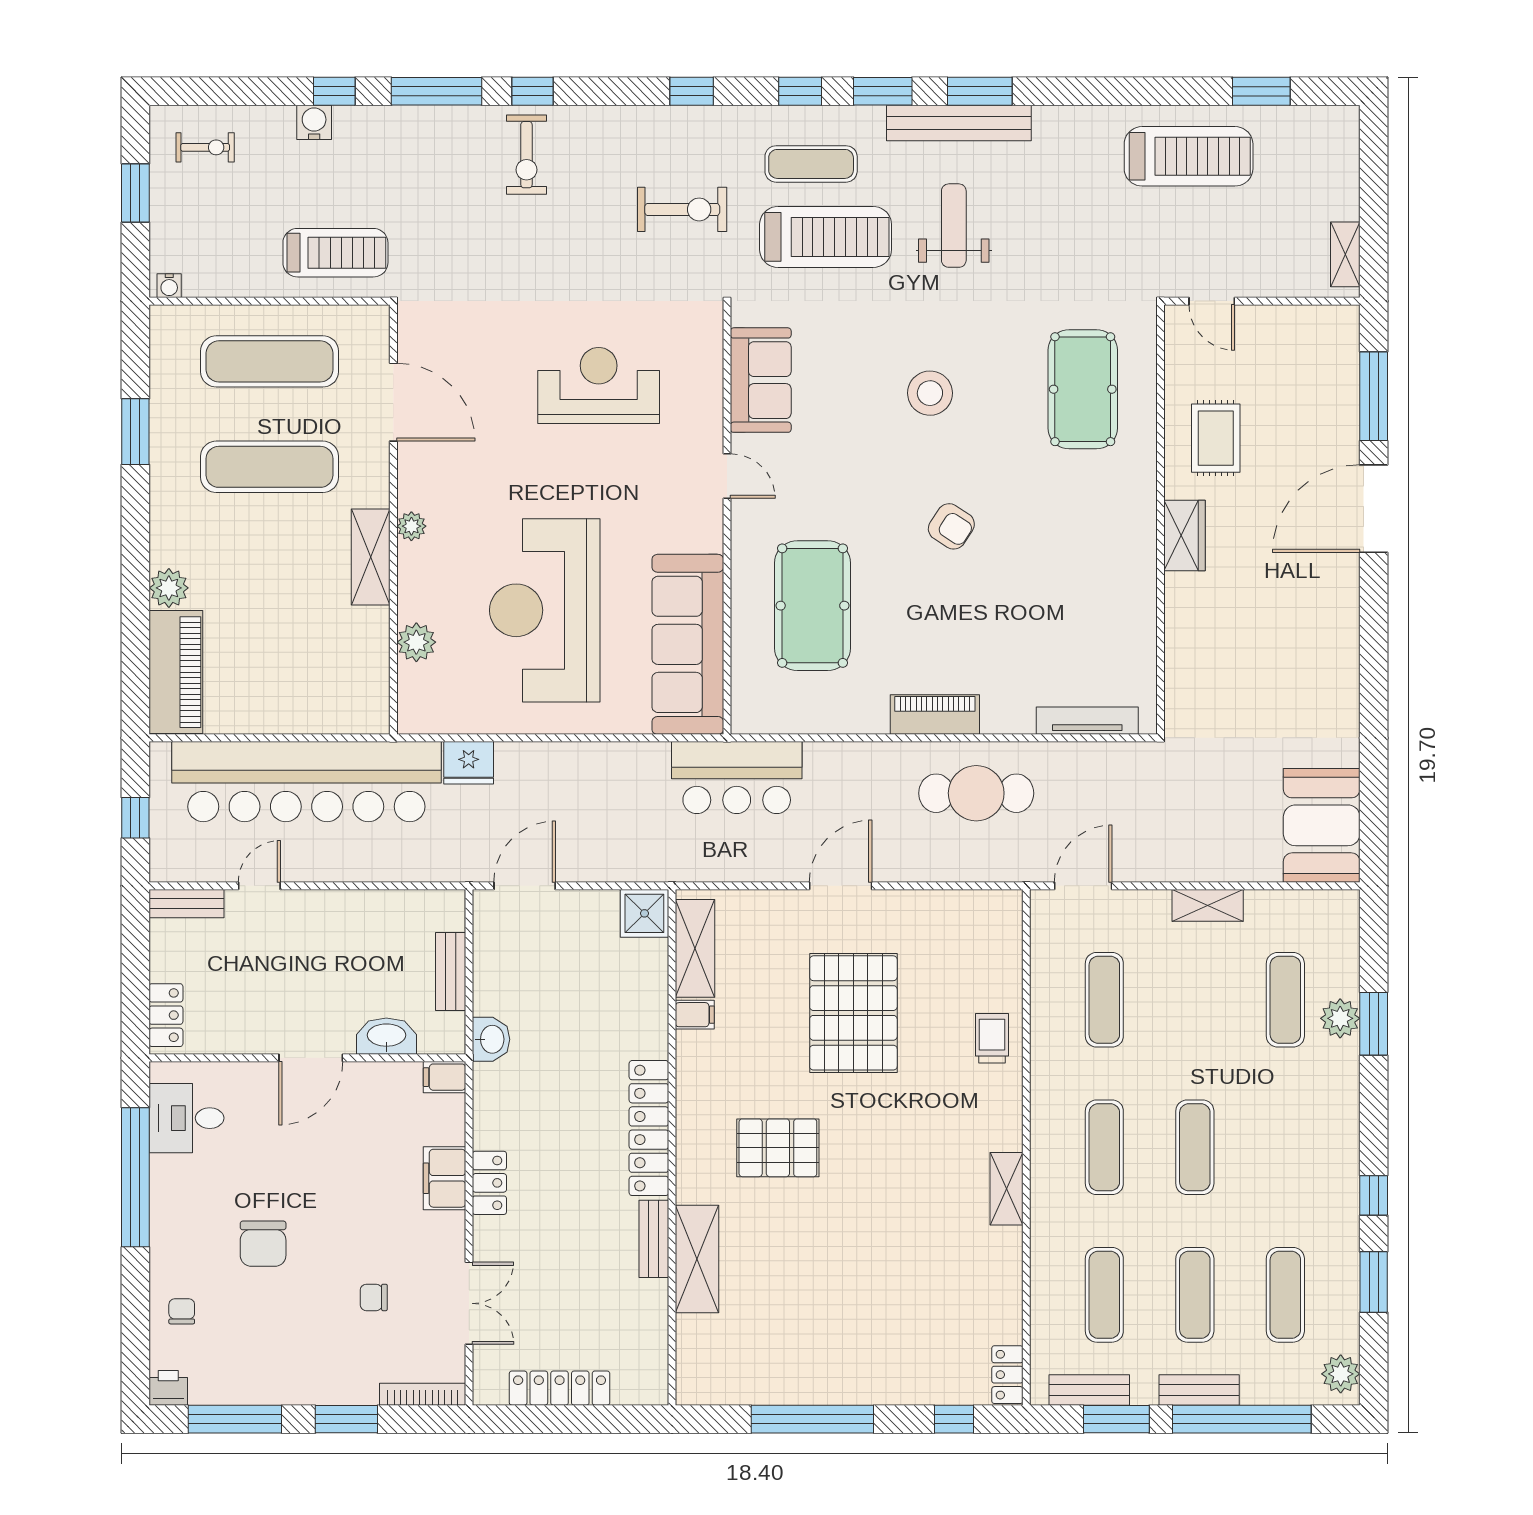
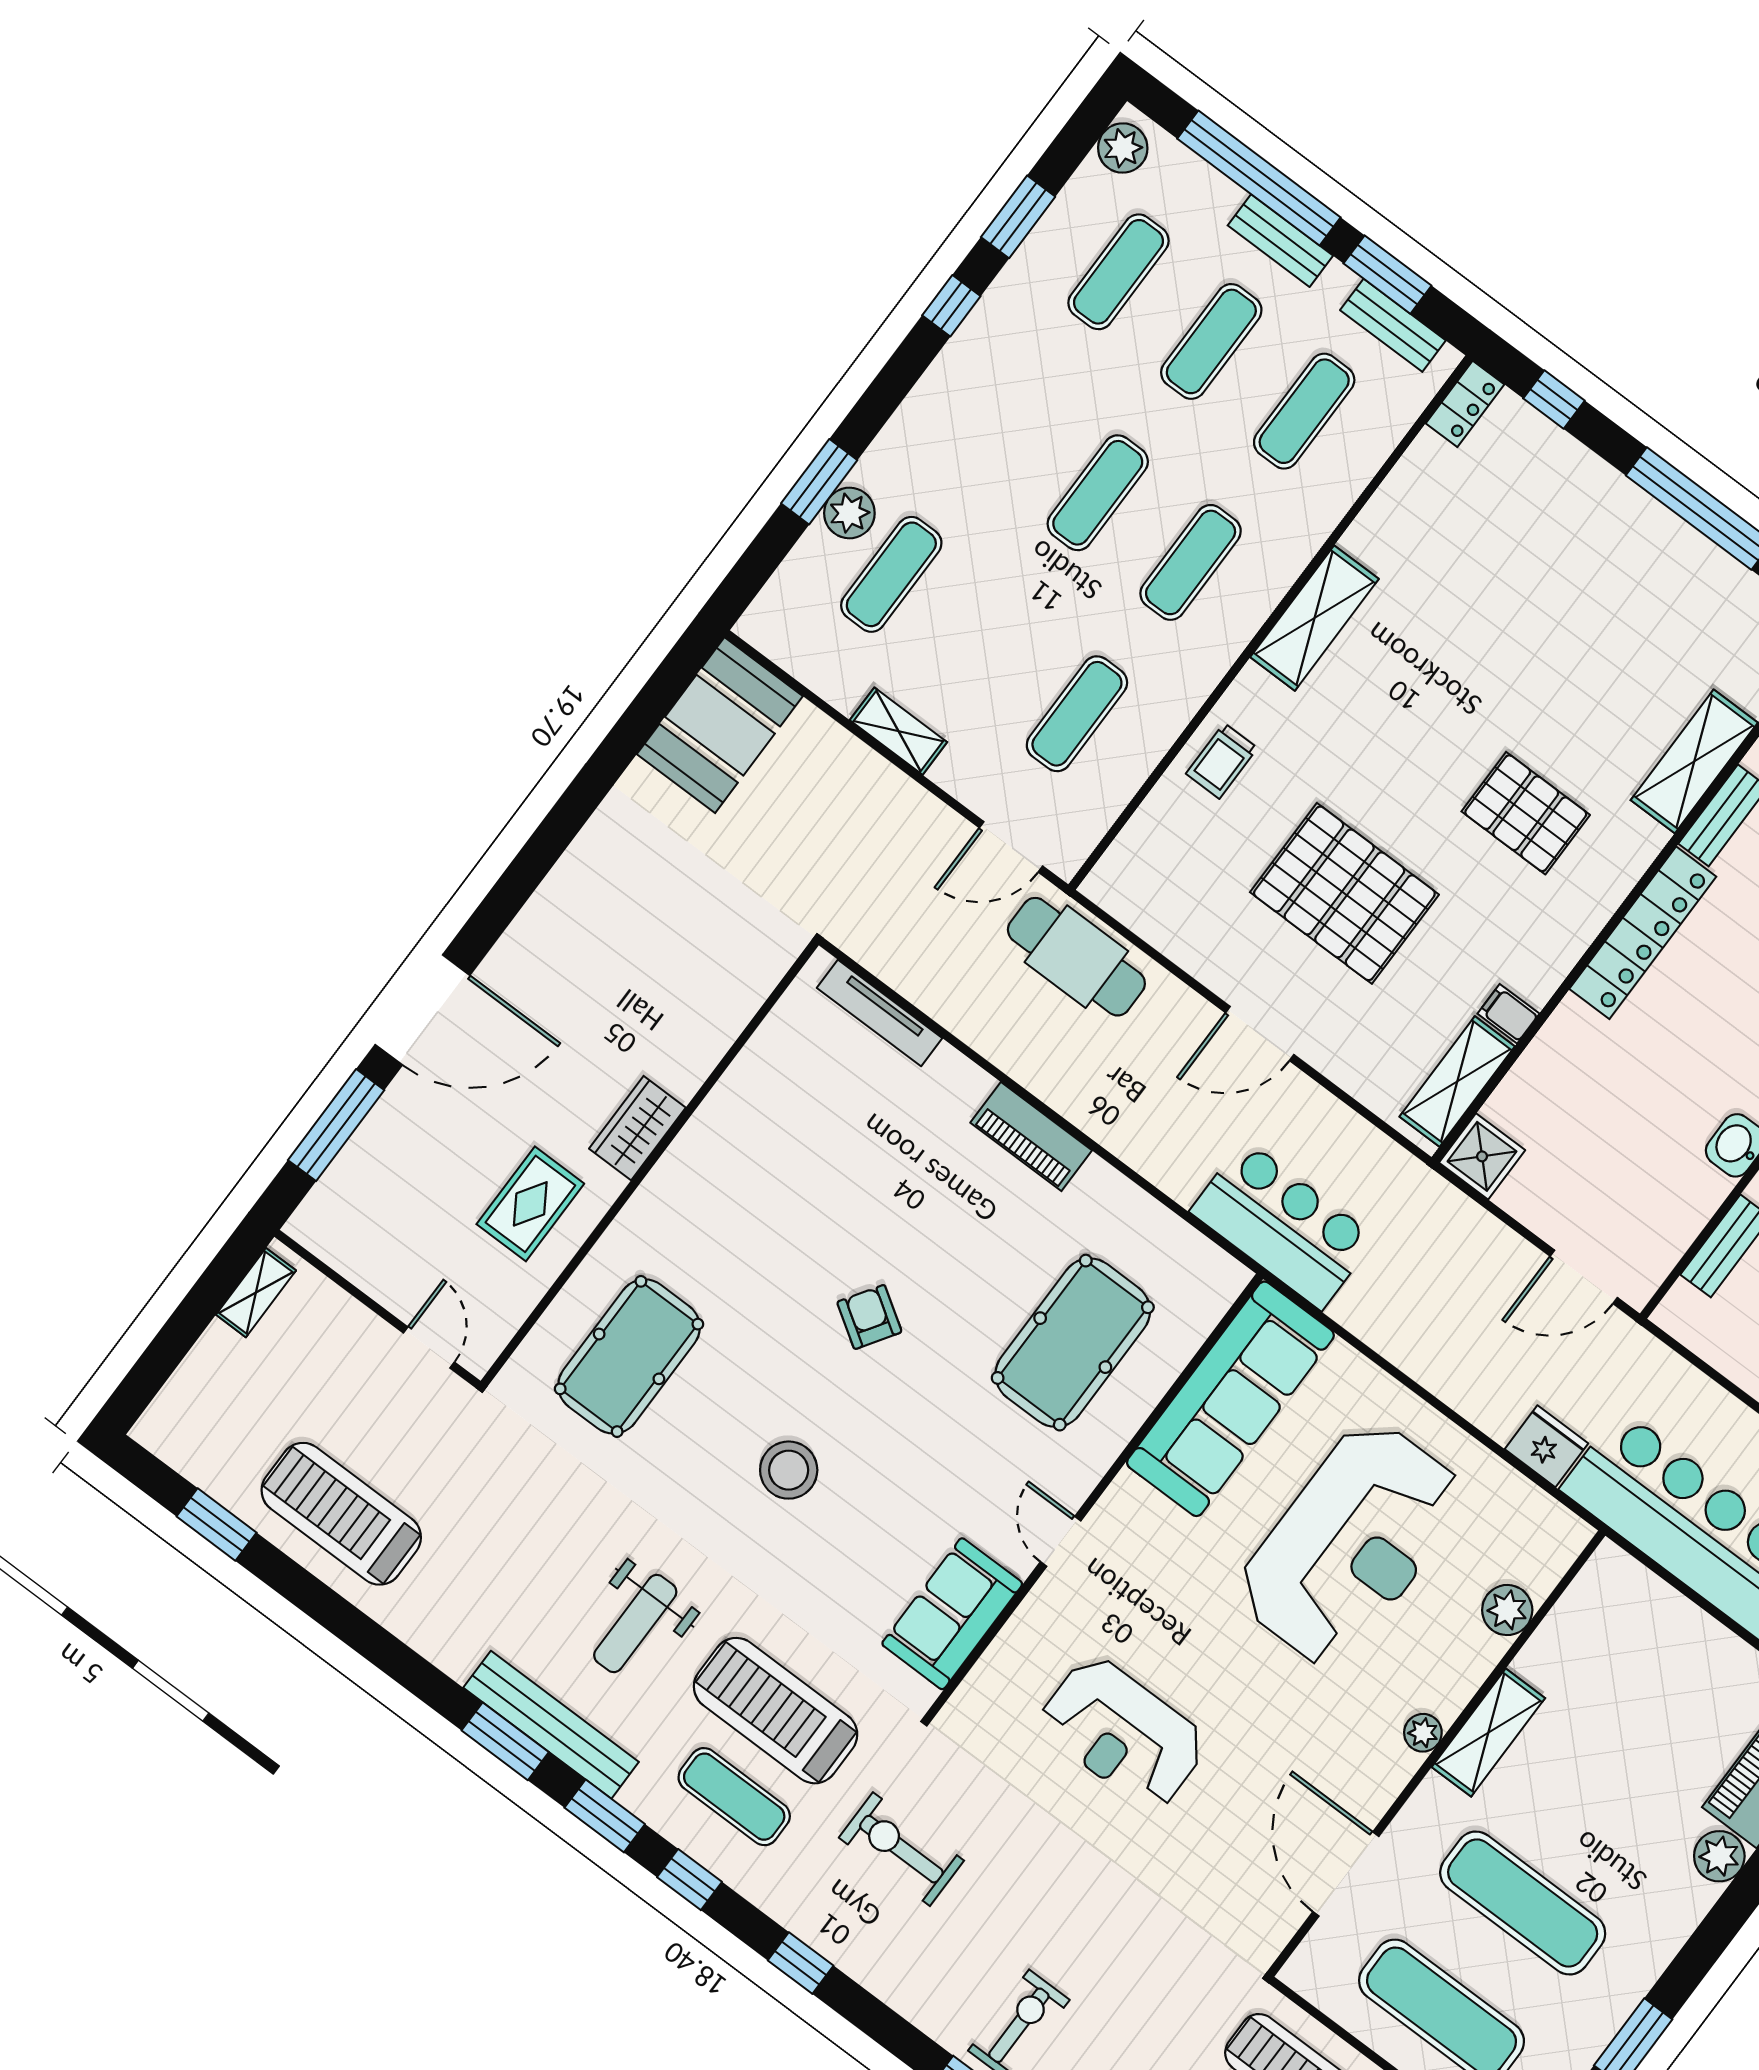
cafe table: (976, 793) -> (1076, 957), moved
pallet: (853, 1013) -> (1344, 893), turned 90
shelving: (1006, 1189) -> (1314, 618), width x1.50, depth x1.33

